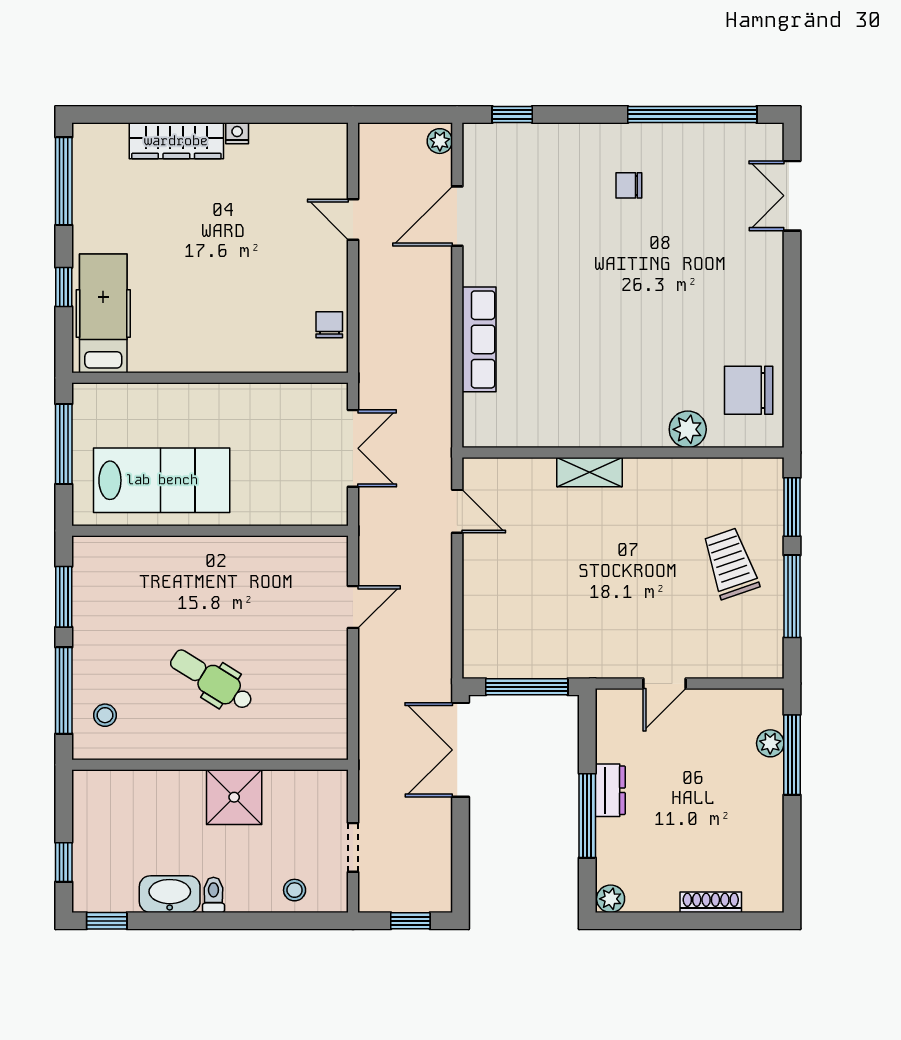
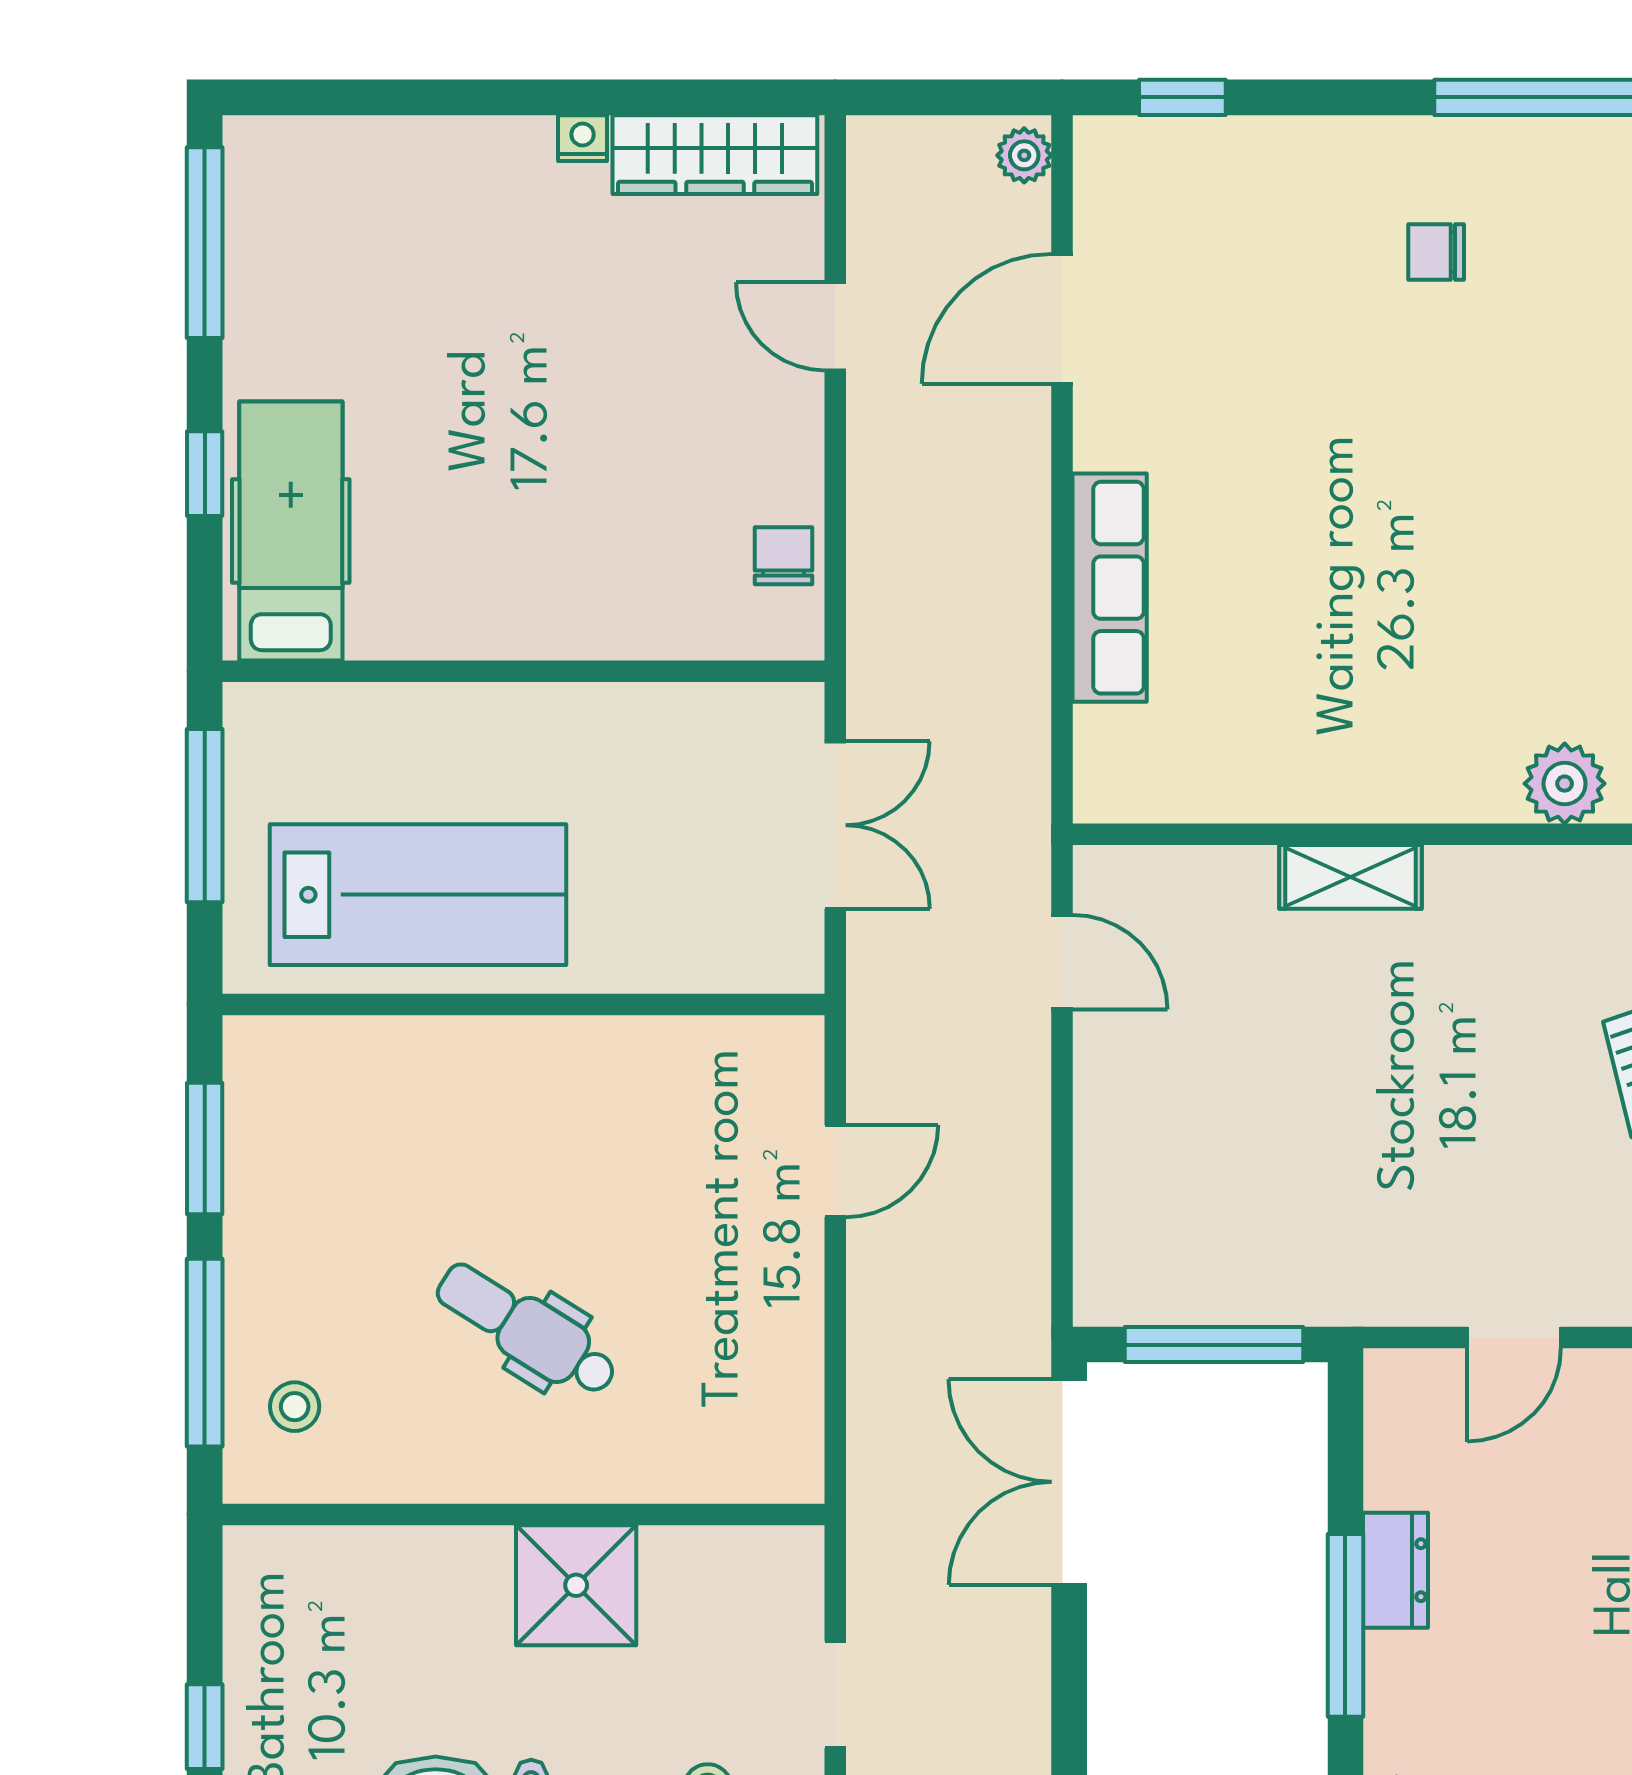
wardrobe: (176, 141) -> (715, 155), moved

